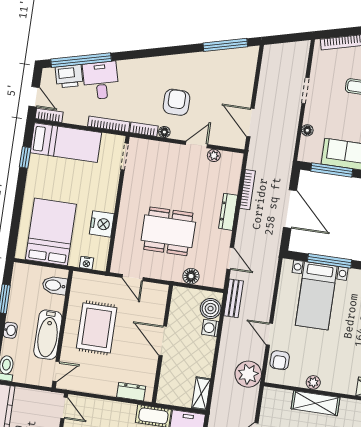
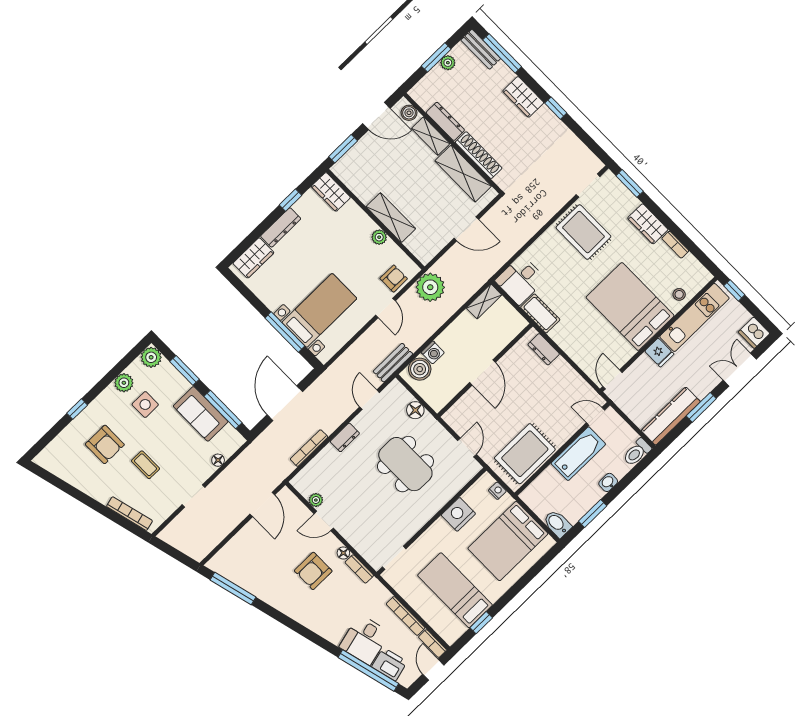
bookcase: (109, 124) -> (406, 616), moved
bed: (66, 143) -> (455, 590), moved
dresser: (228, 212) -> (345, 437), width x0.70
bidet: (55, 285) -> (557, 524), moved, turned 180
rug: (97, 328) -> (525, 454), moved

